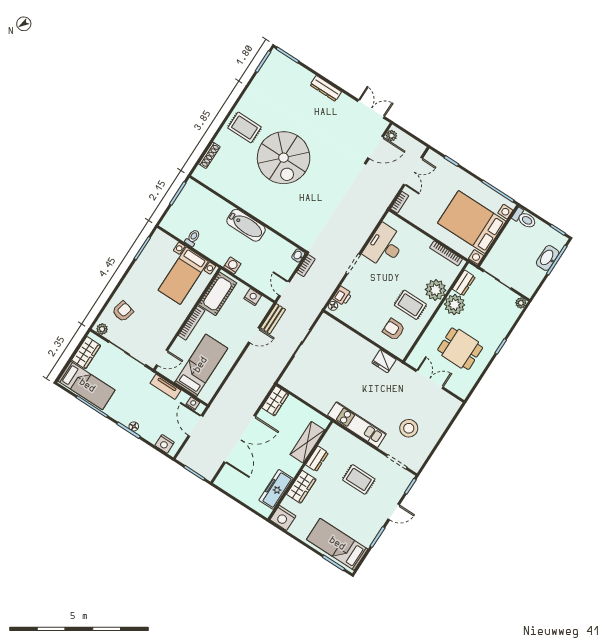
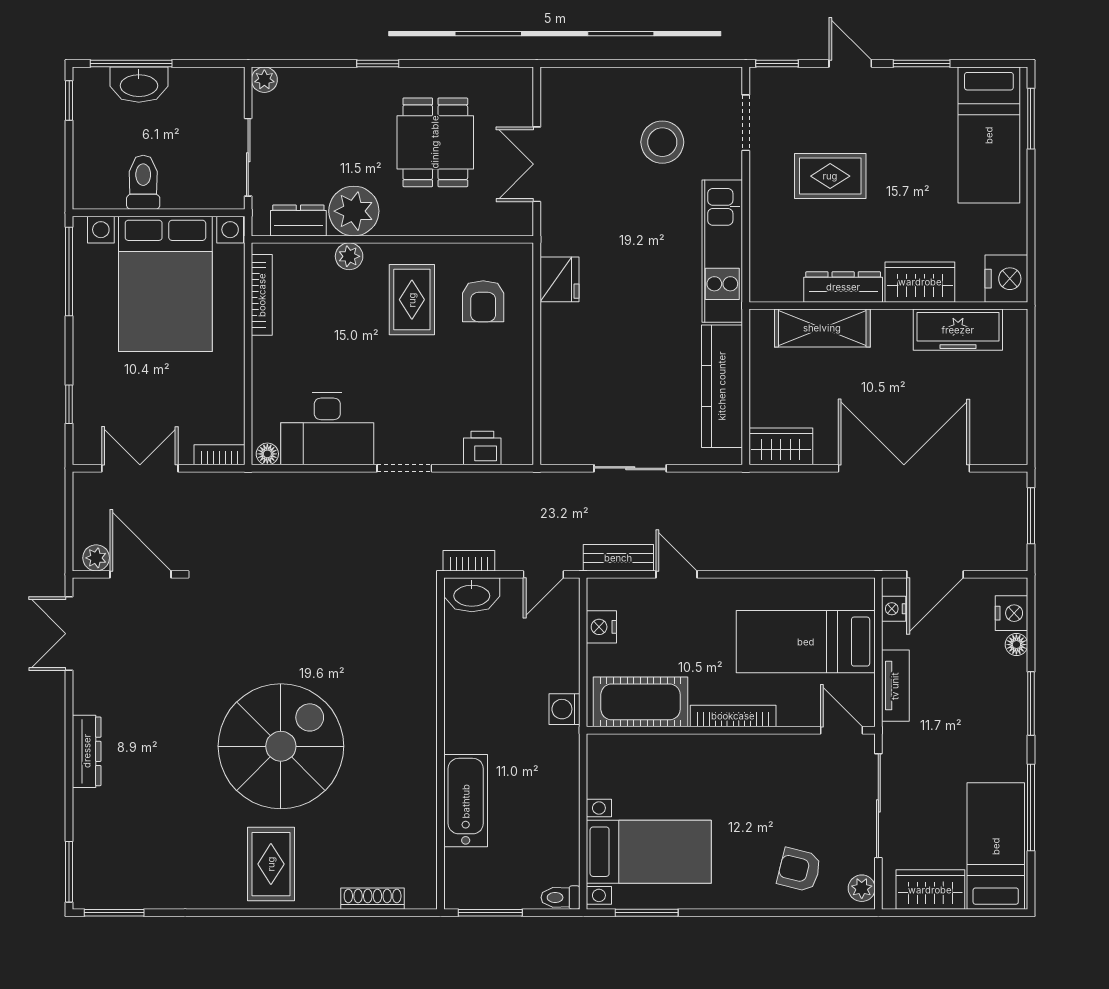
toilet: (524, 219) -> (143, 182), moved
bathtub: (246, 225) -> (466, 801), moved
toilet: (193, 238) -> (561, 897), moved
washbasin: (298, 255) -> (472, 595), width x1.91, depth x1.45
bed with nightstands: (183, 276) -> (649, 852), moved
plant: (436, 290) -> (349, 256), width x0.53, depth x0.53
floor lamp: (333, 306) -> (267, 454), moved
kitchen counter: (310, 394) -> (722, 386), added
floor lamp: (134, 426) -> (1016, 645), moved
dresser: (317, 459) -> (843, 287), width x1.44
rug: (359, 479) -> (830, 176), turned 90

